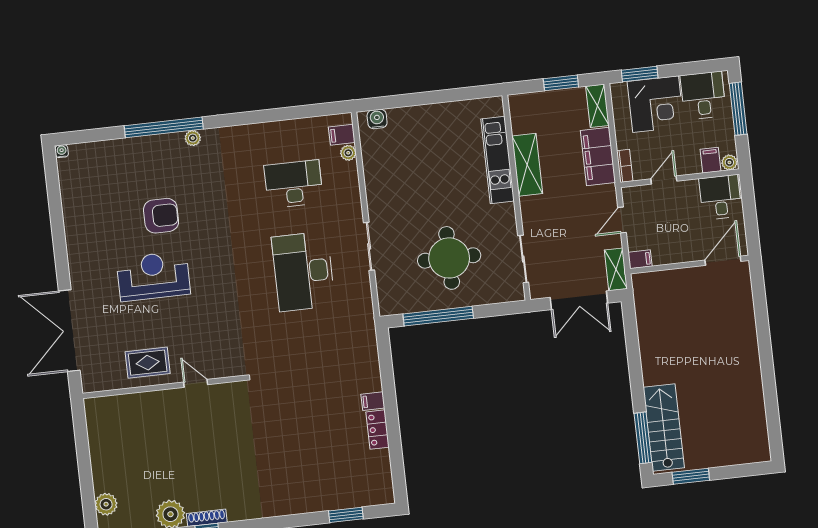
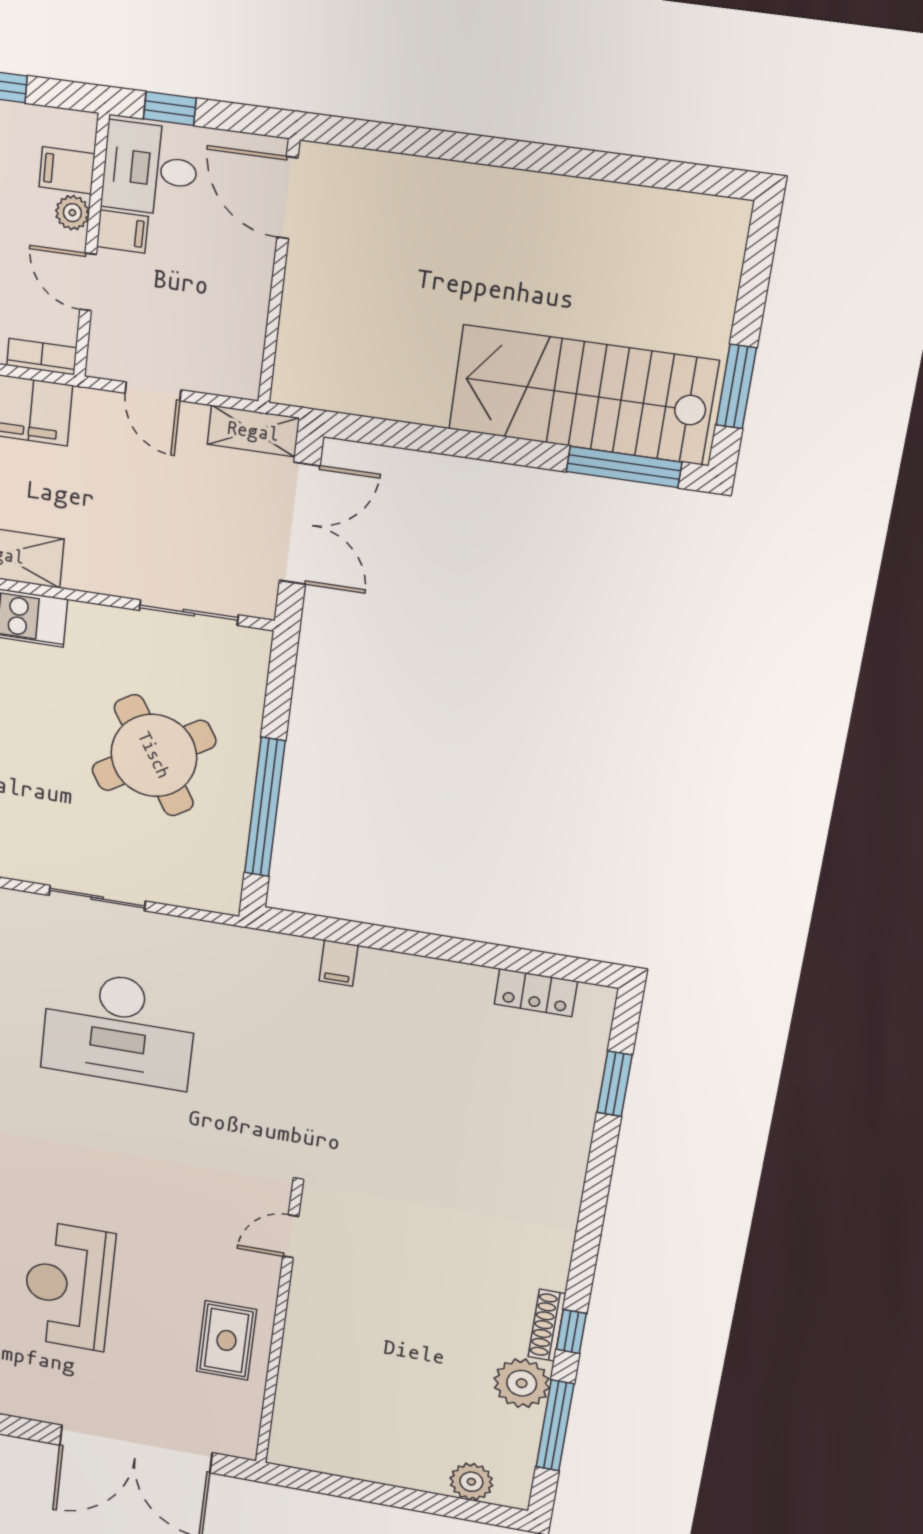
plant: (729, 162) -> (72, 213), moved
window: (748, 200) -> (170, 108), added
round table: (449, 258) -> (154, 755), turned -32
filing cabinet: (640, 259) -> (122, 232), moved, turned 90
door: (196, 383) -> (291, 1236), moved
filing cabinet: (373, 401) -> (339, 963), moved
stairs: (664, 427) -> (583, 395), width x1.36, depth x1.51
locker: (378, 430) -> (536, 993), moved

